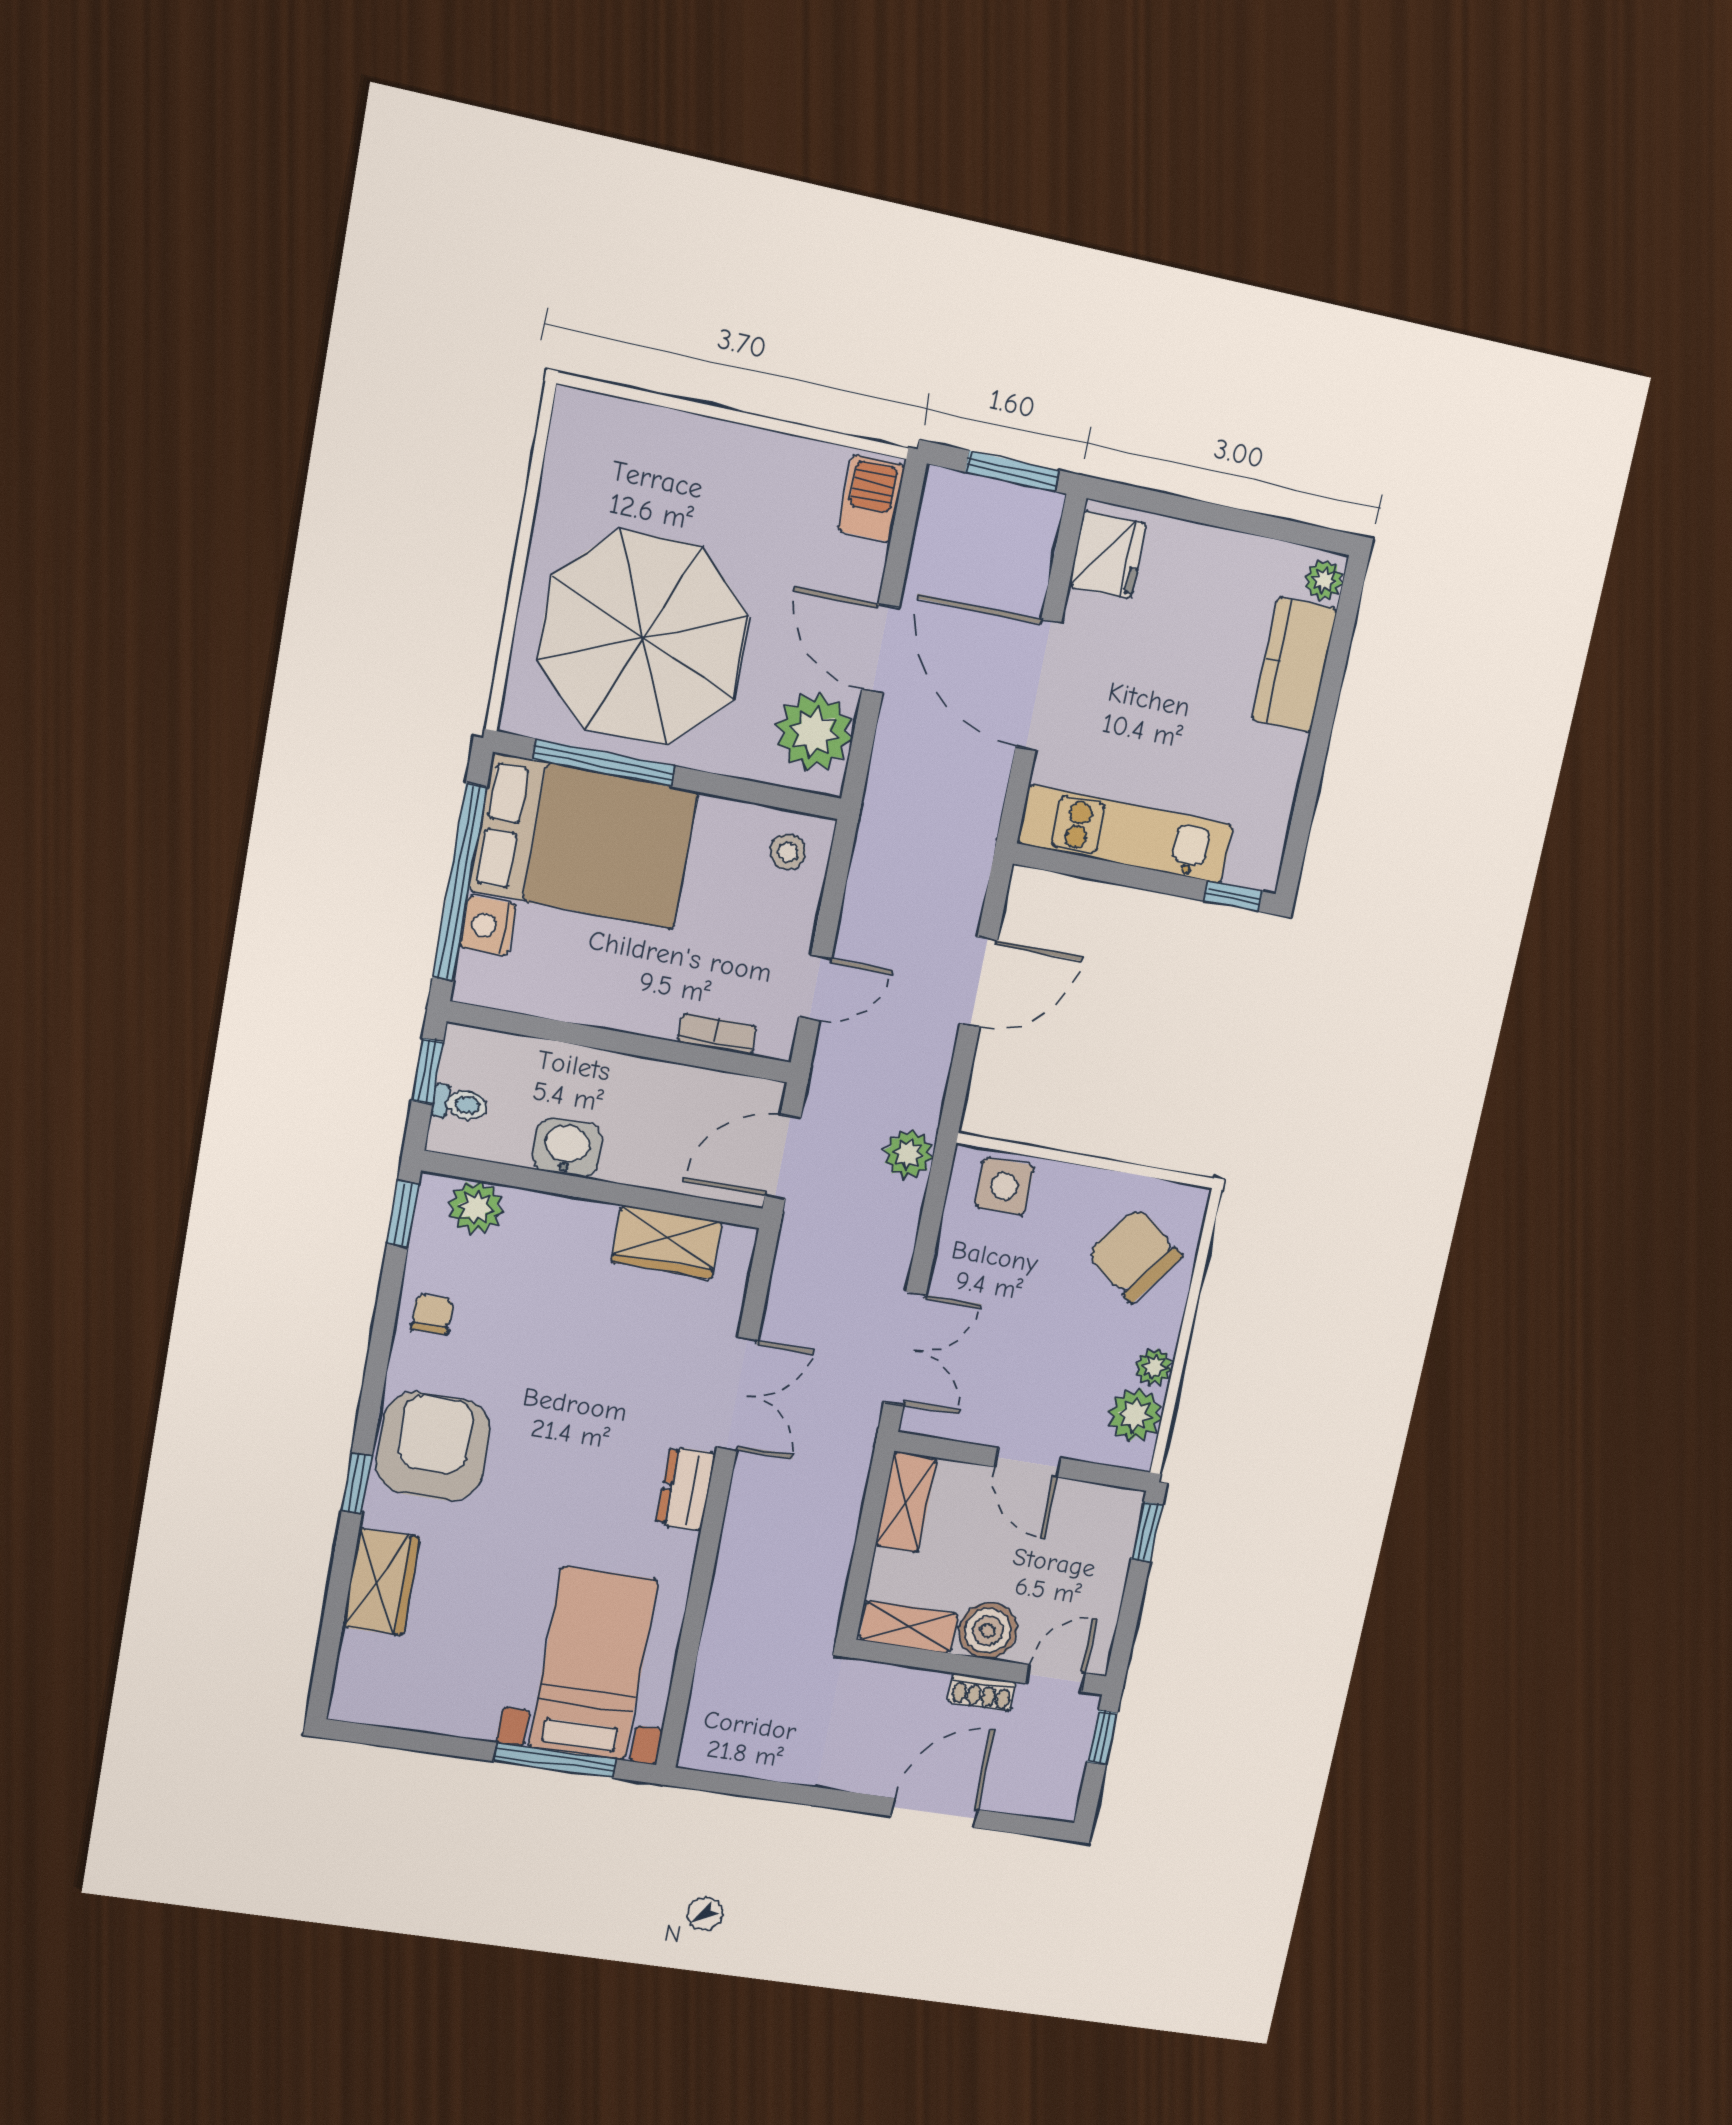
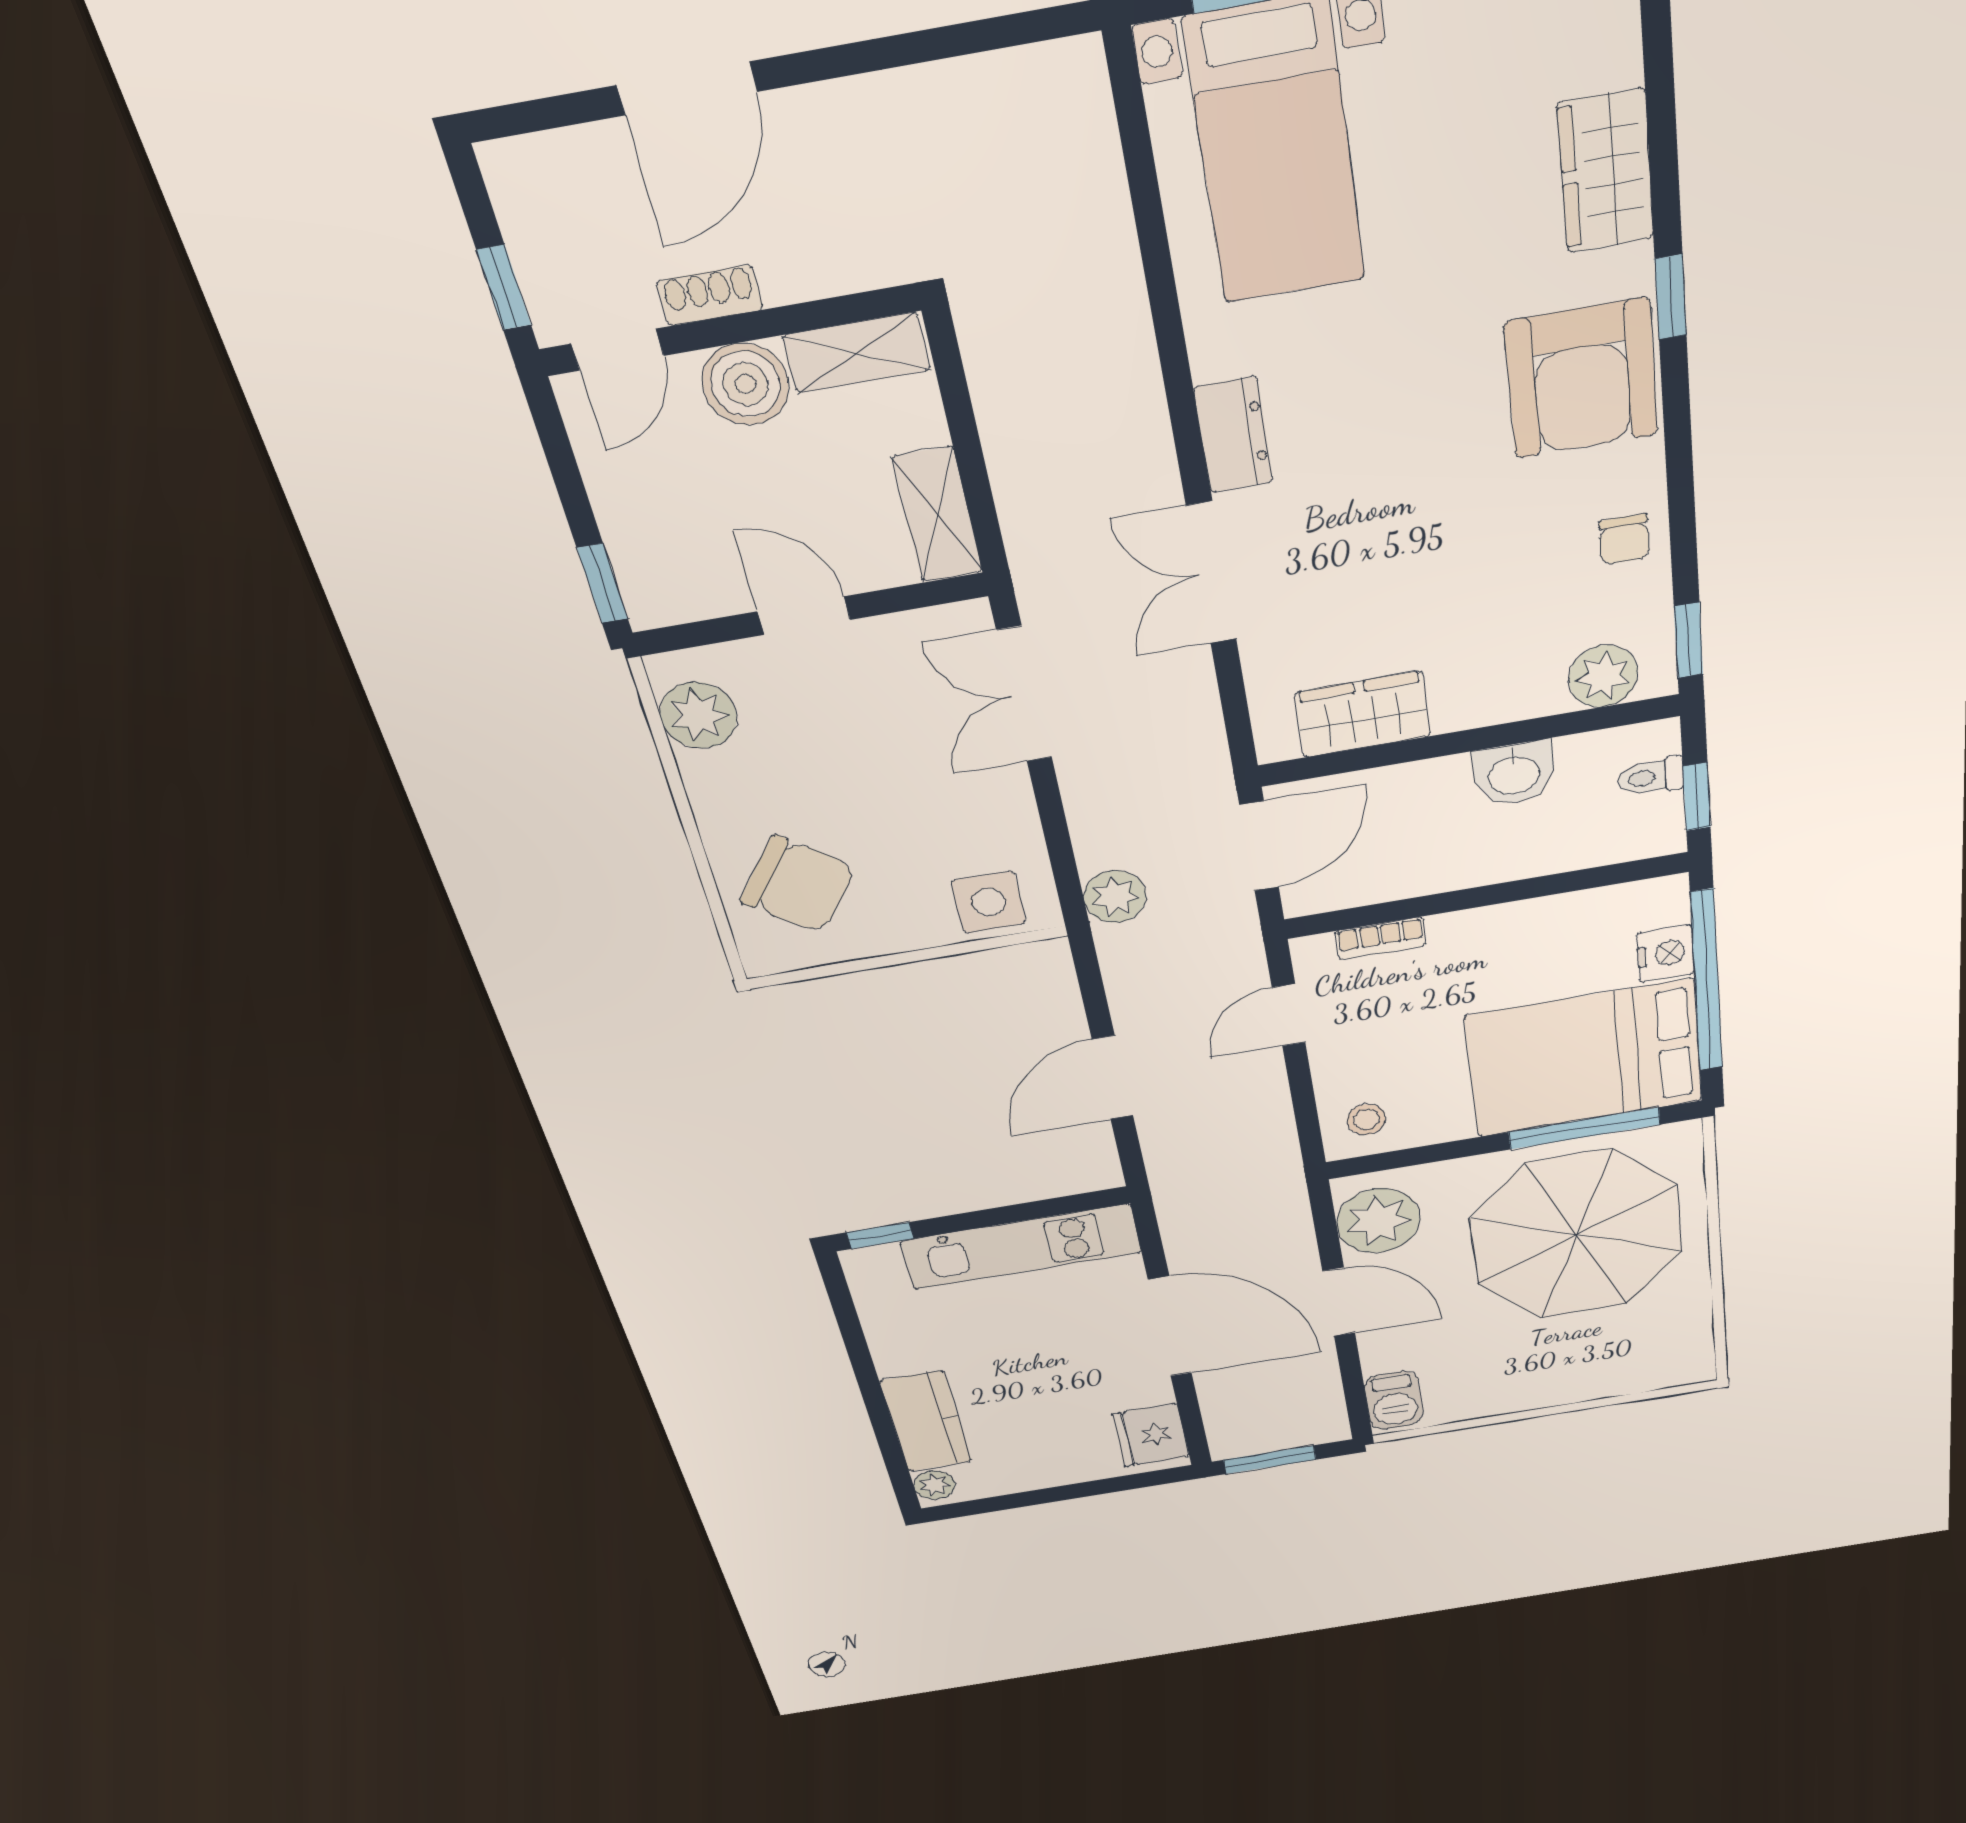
plant: (1154, 1367) -> (706, 776), removed

